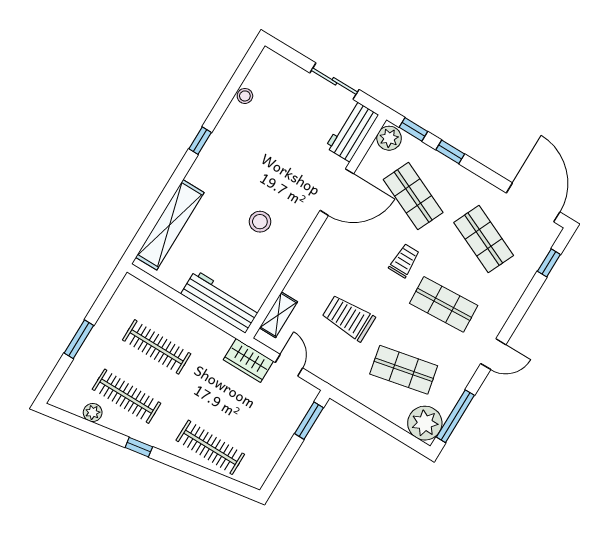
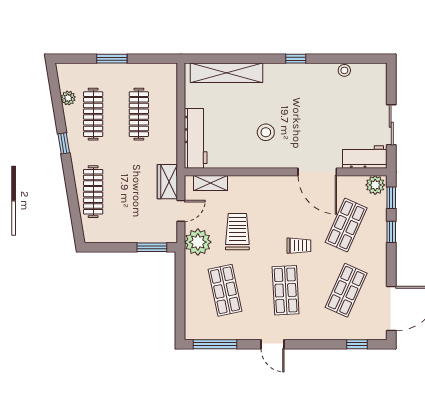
plant: (425, 423) -> (198, 242), moved

